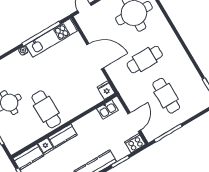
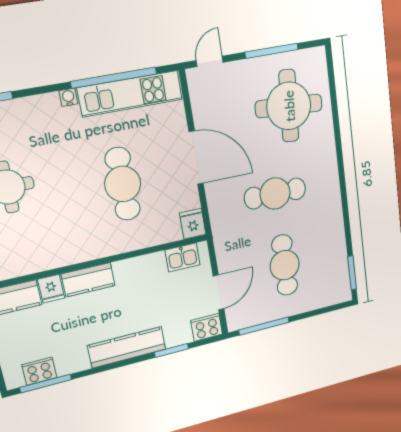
cafe table: (46, 109) -> (123, 184), moved

